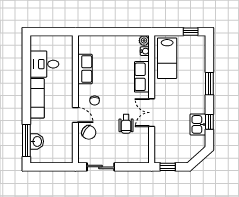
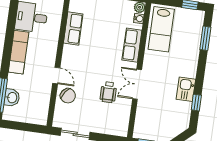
window: (209, 84) -> (205, 38), moved
chair: (95, 101) -> (79, 63), removed
kitchen sink: (198, 124) -> (186, 89), moved

